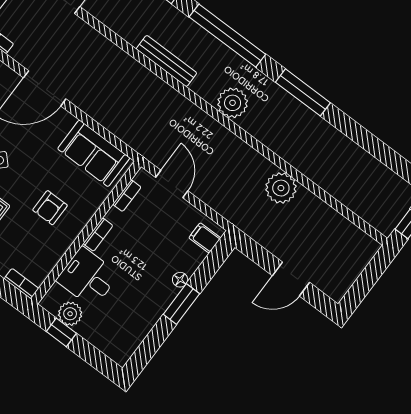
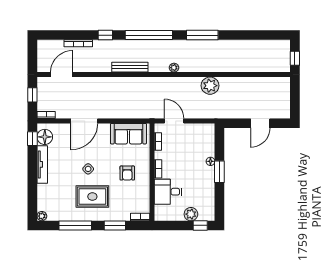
plant: (233, 103) -> (174, 68), width x0.53, depth x0.53
plant: (281, 188) -> (210, 86), moved
filing cabinet: (205, 238) -> (207, 134), removed
plant: (70, 314) -> (191, 214), moved
window: (61, 332) -> (200, 225), moved

